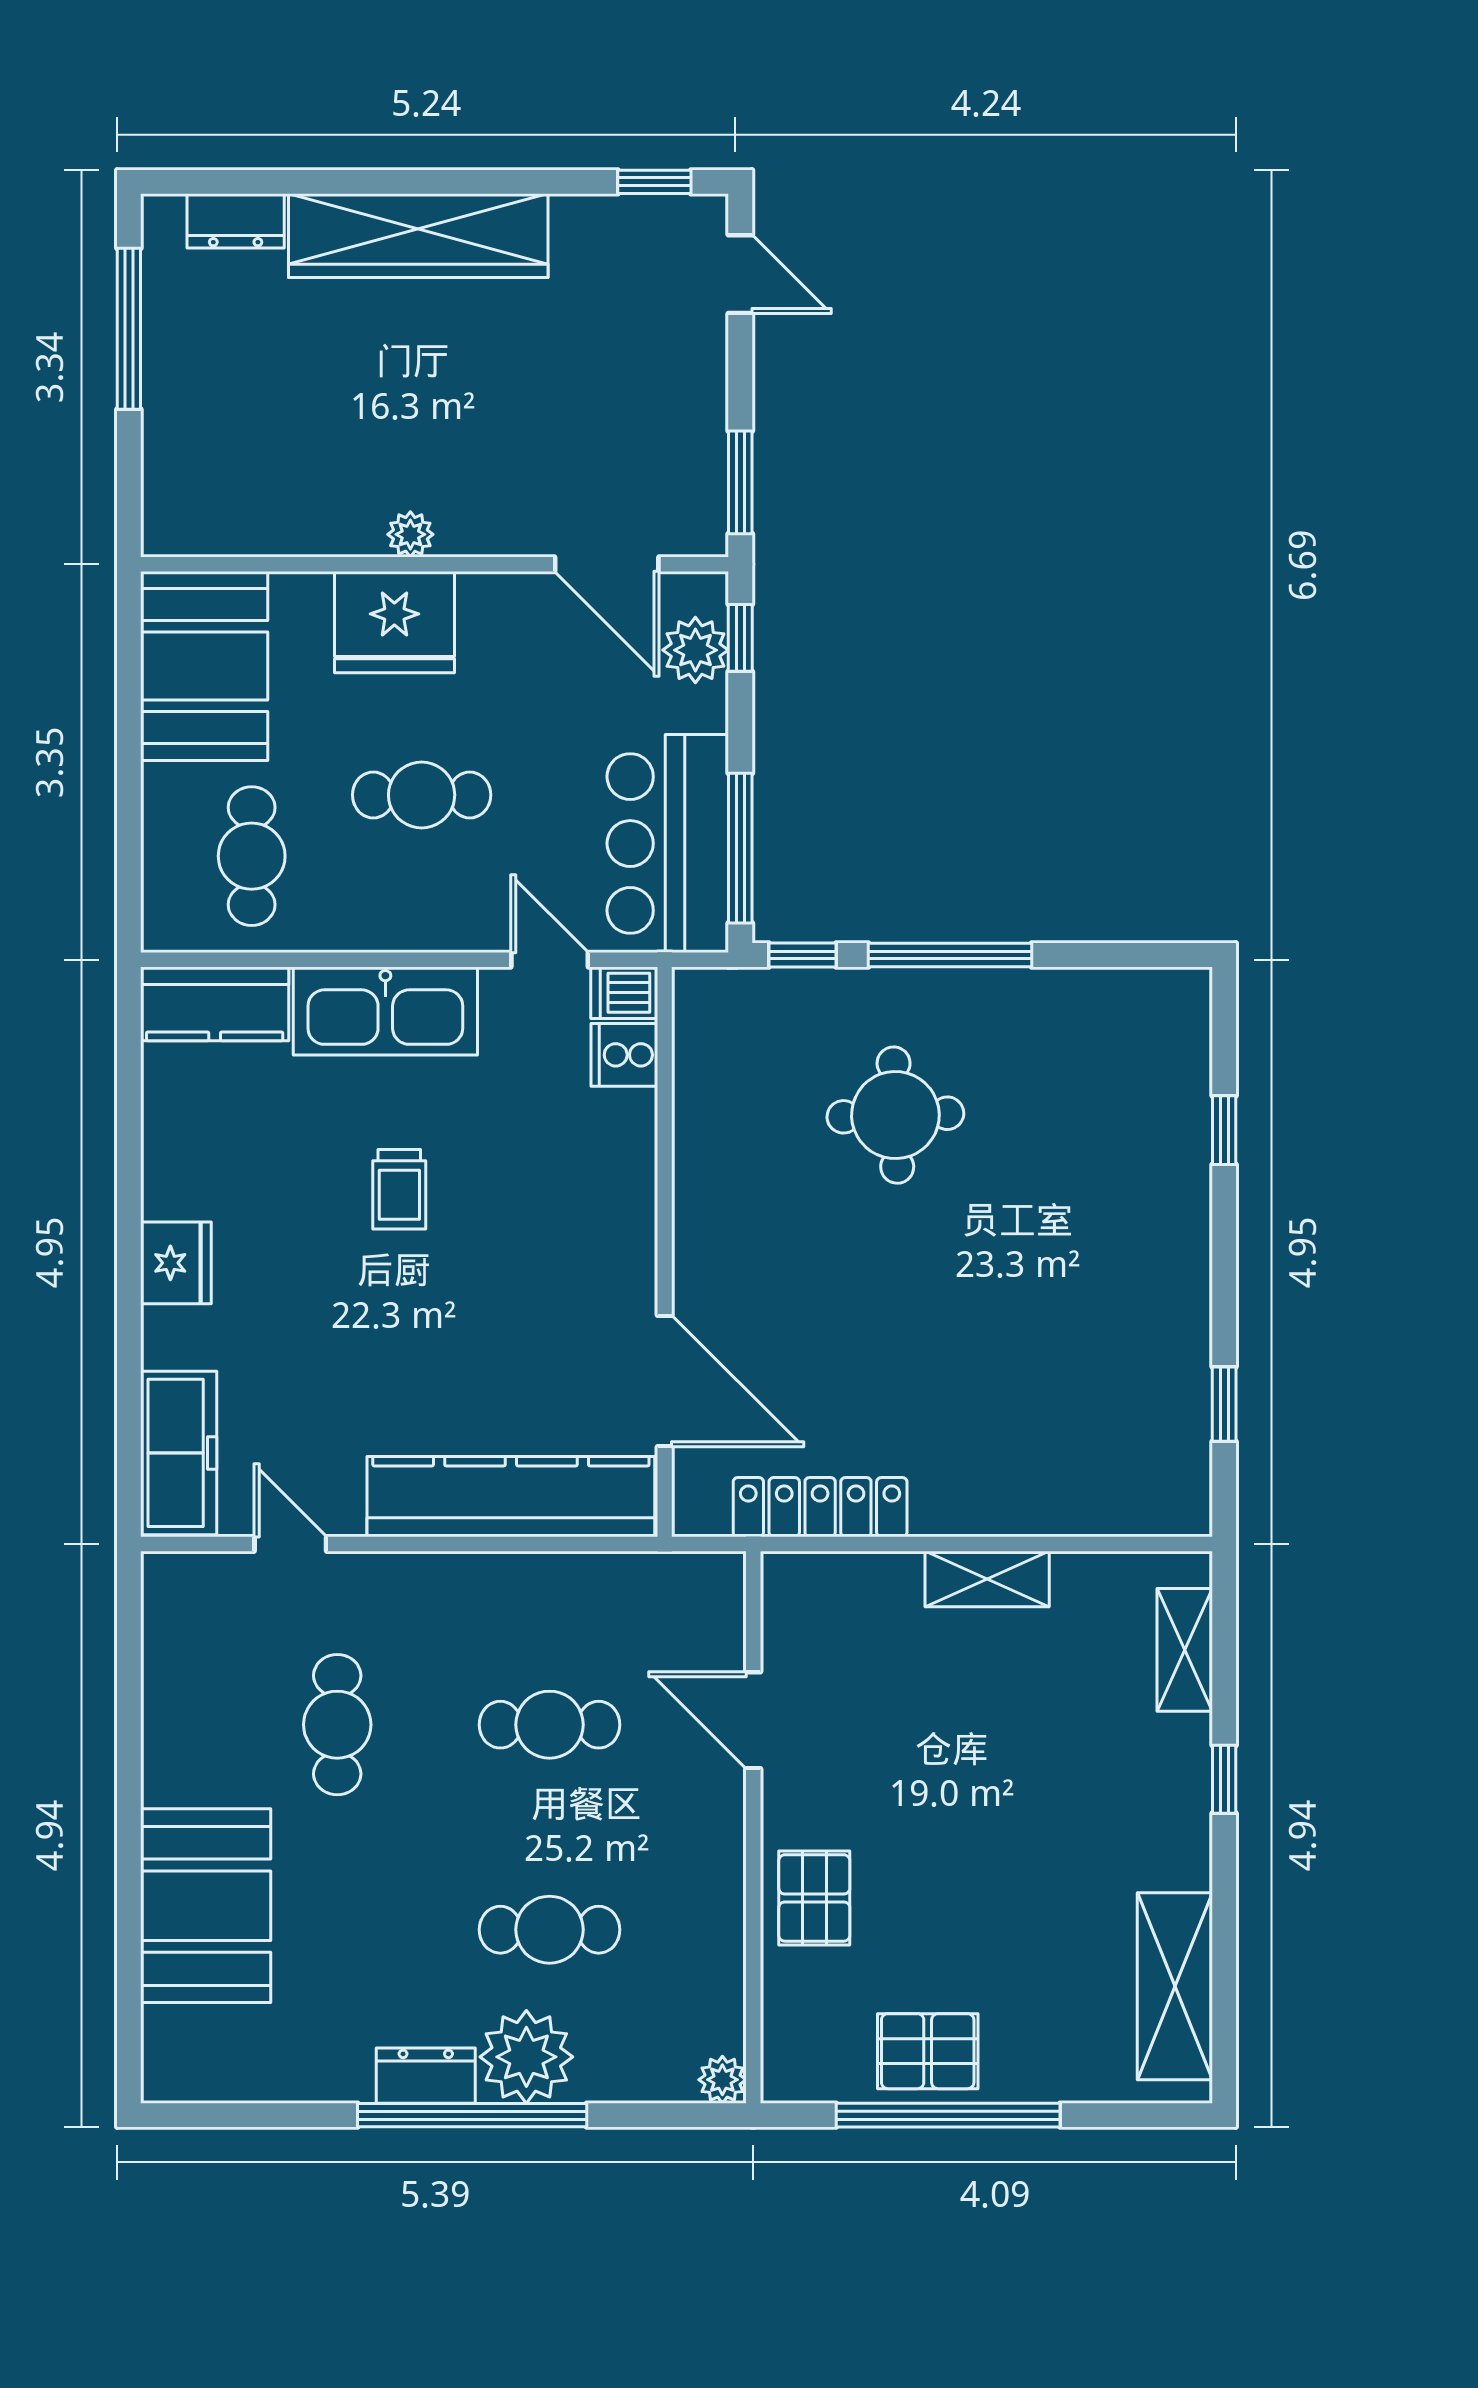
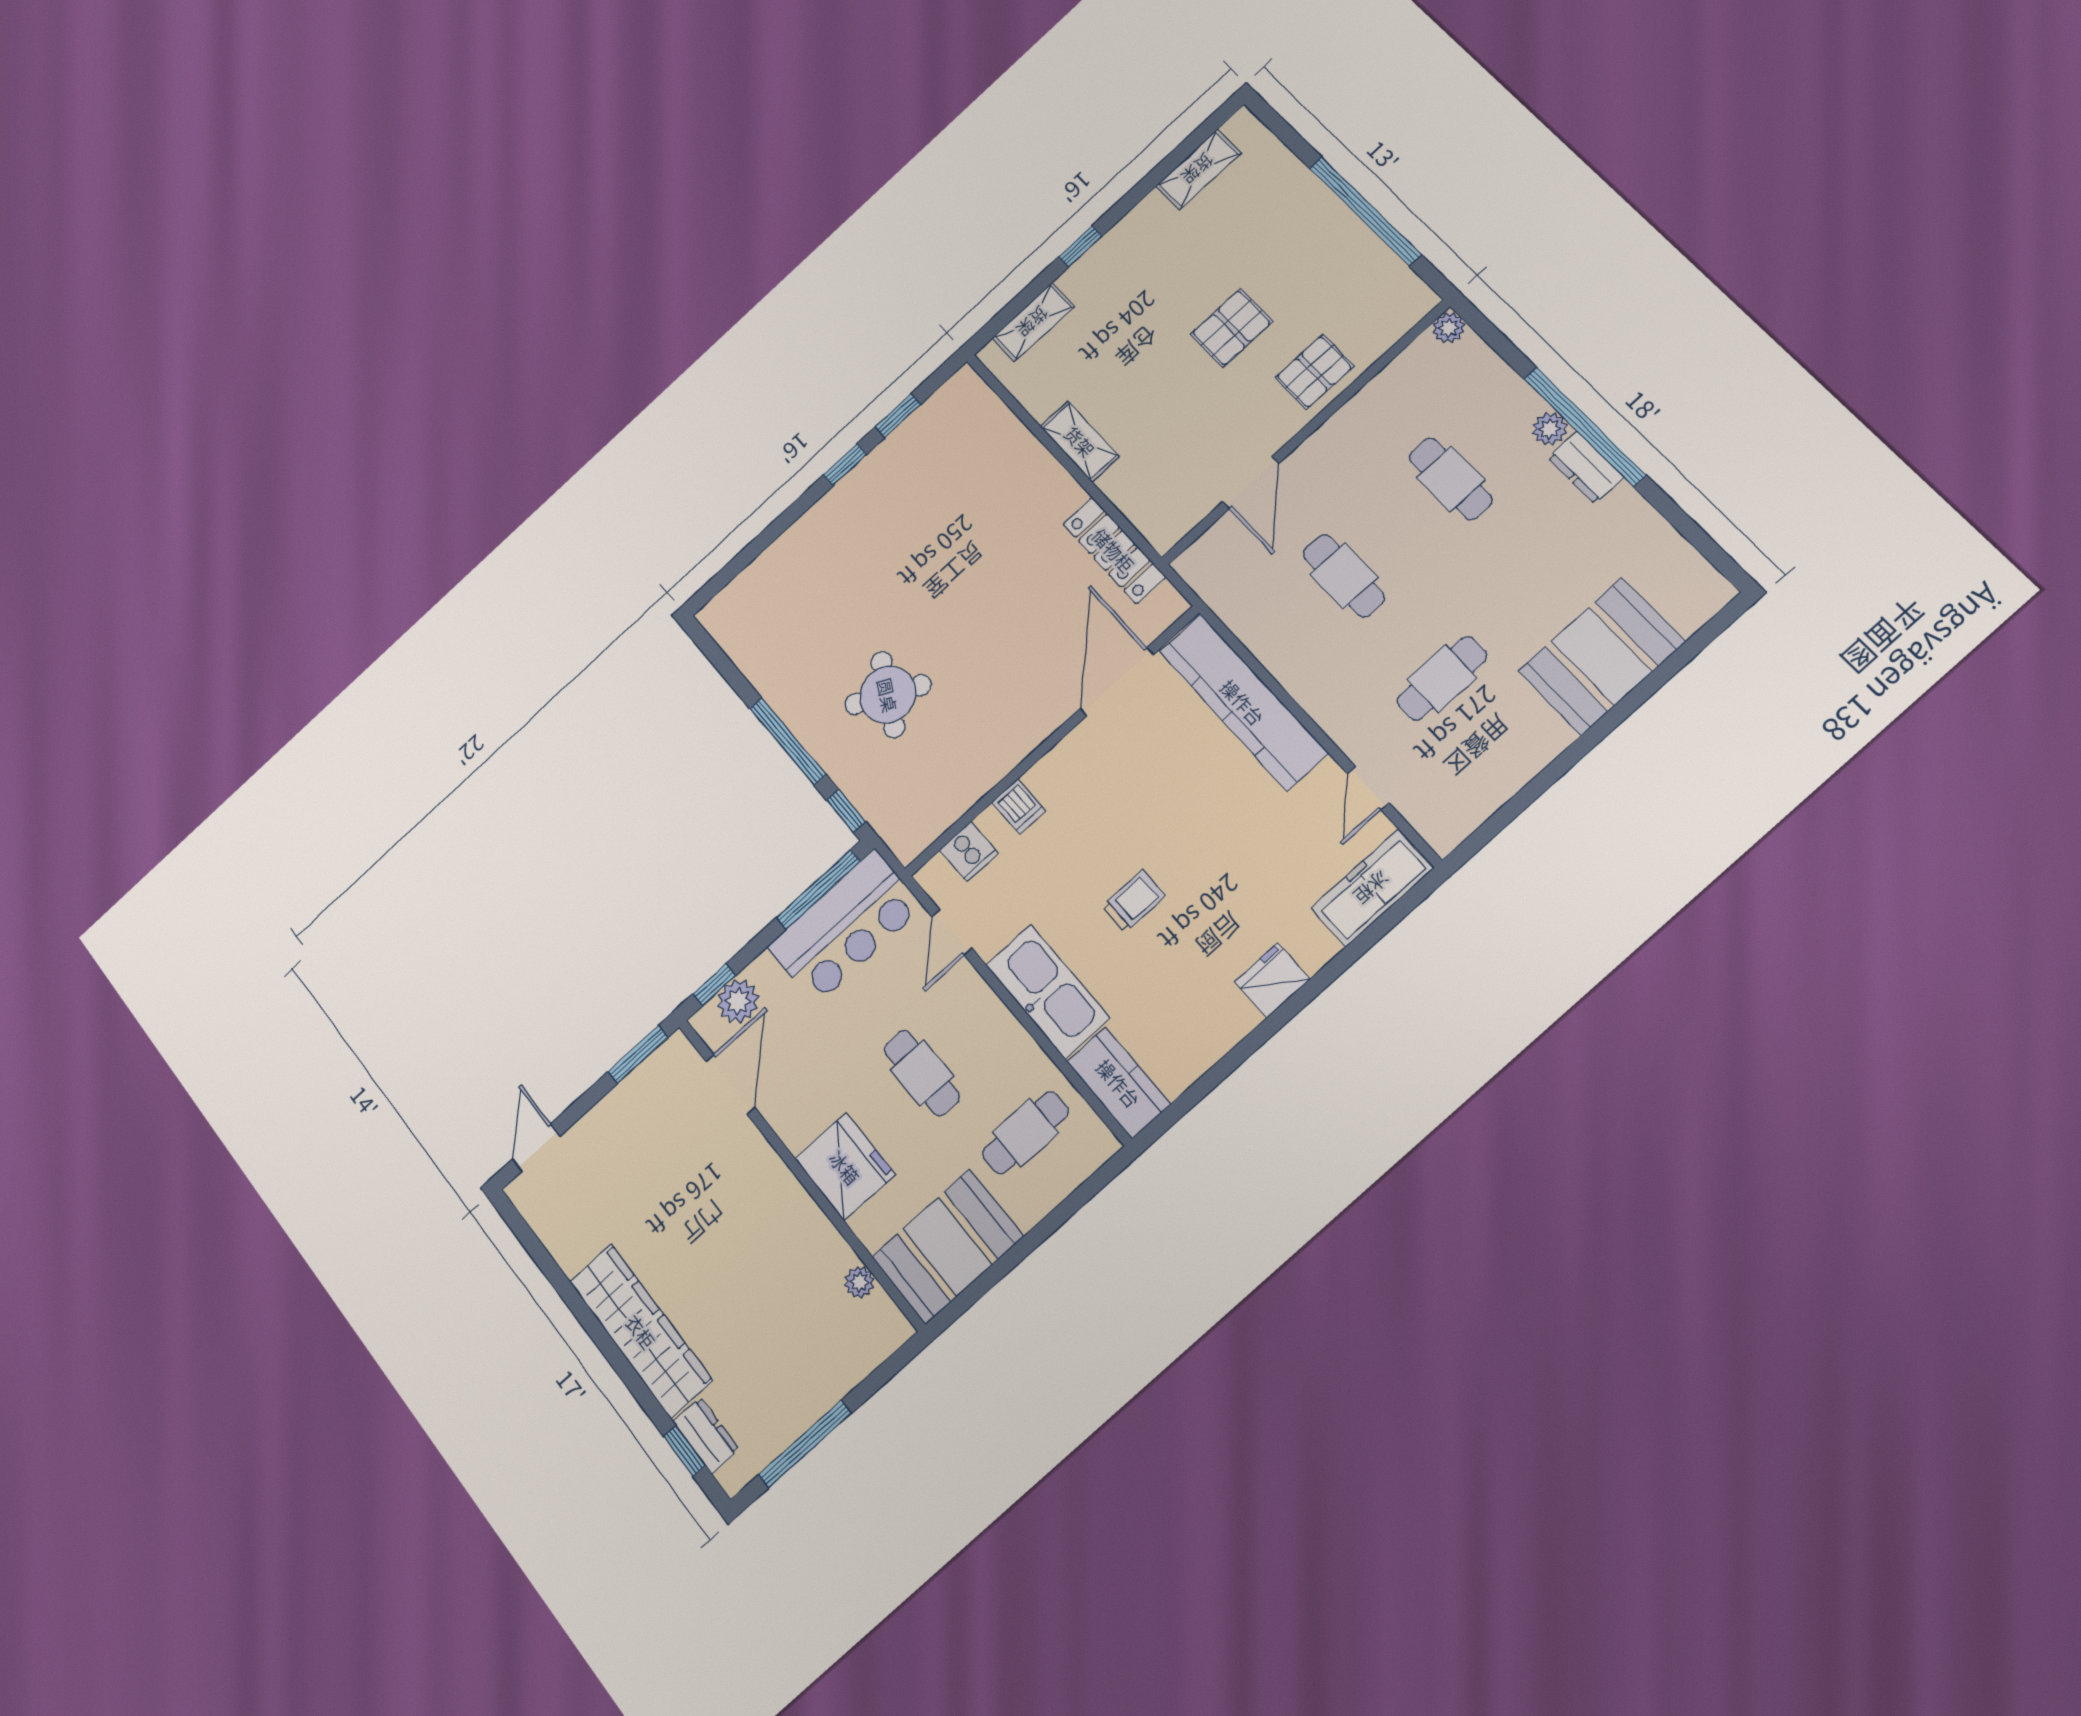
window: (654, 182) -> (684, 1451), moved
plant: (410, 534) -> (859, 1282), moved
dishwasher: (624, 993) -> (1019, 806), moved
round table: (895, 1115) -> (888, 695), turned 30
window: (1224, 1130) -> (845, 465), moved
shelving: (1175, 1986) -> (1198, 169), width x0.67, depth x0.75
pallet: (928, 2051) -> (1231, 328), moved, turned 90
plant: (526, 2057) -> (1550, 429), width x0.53, depth x0.53

